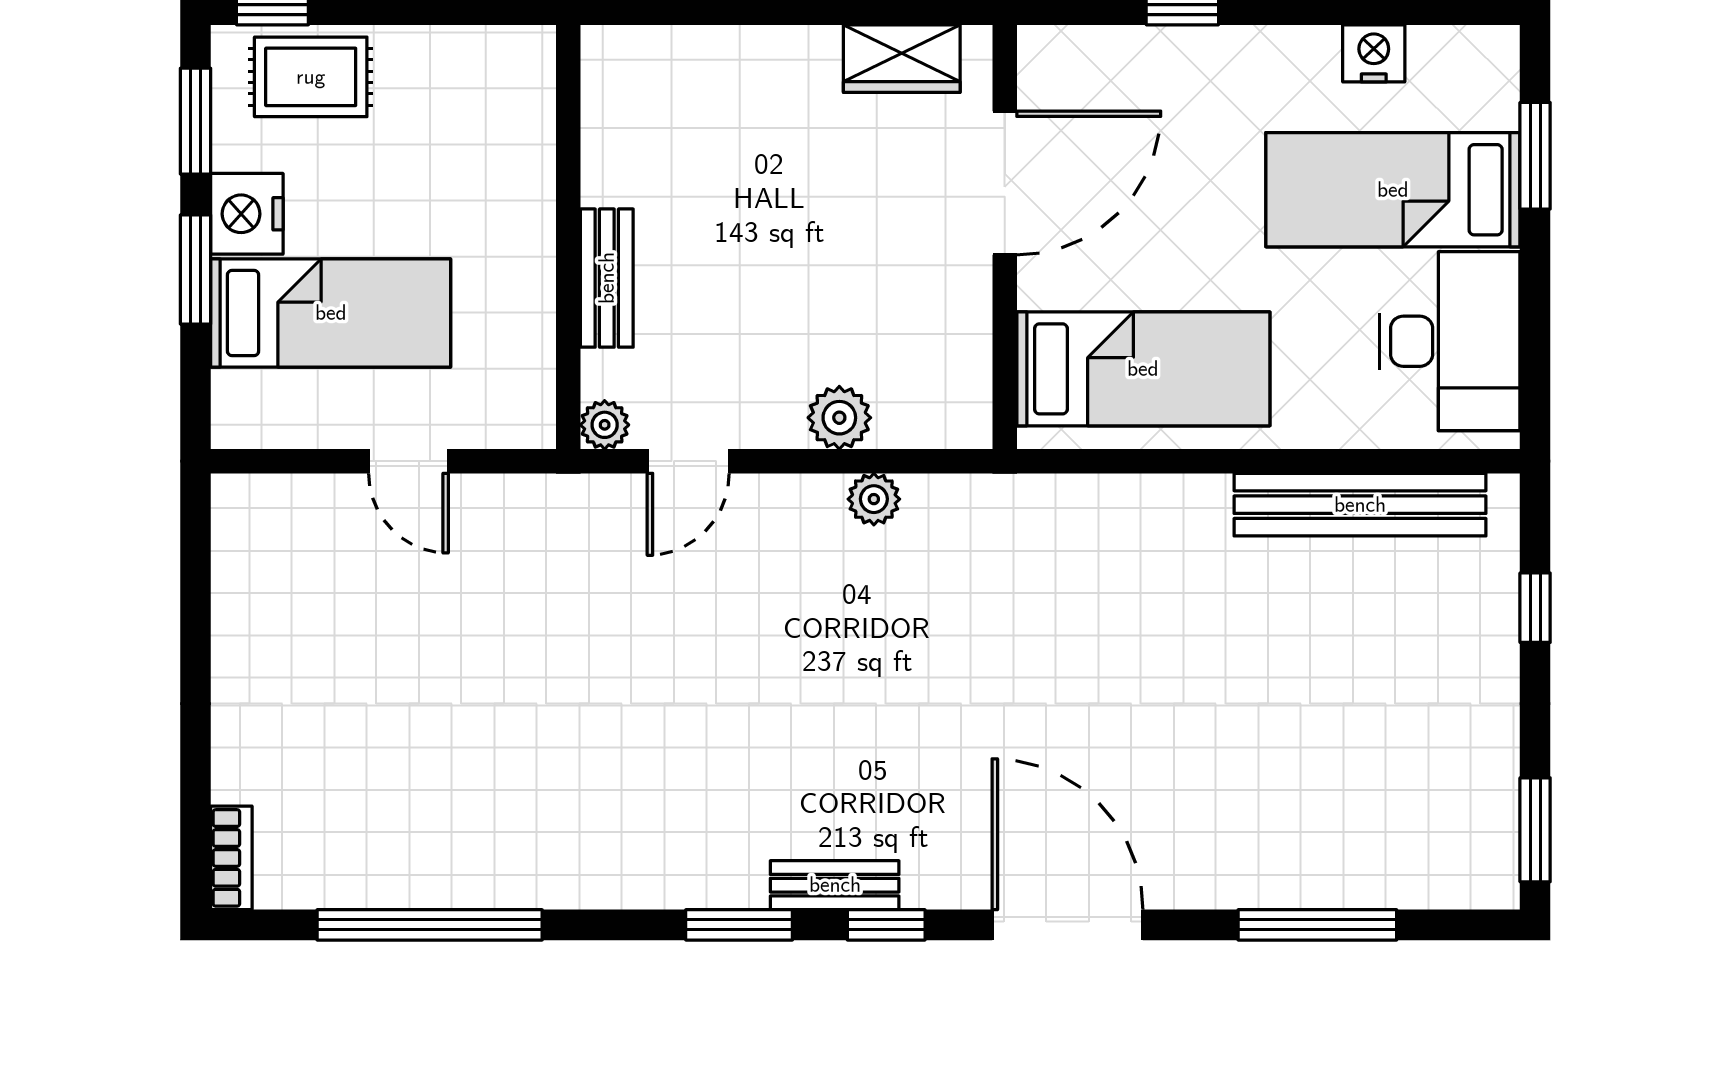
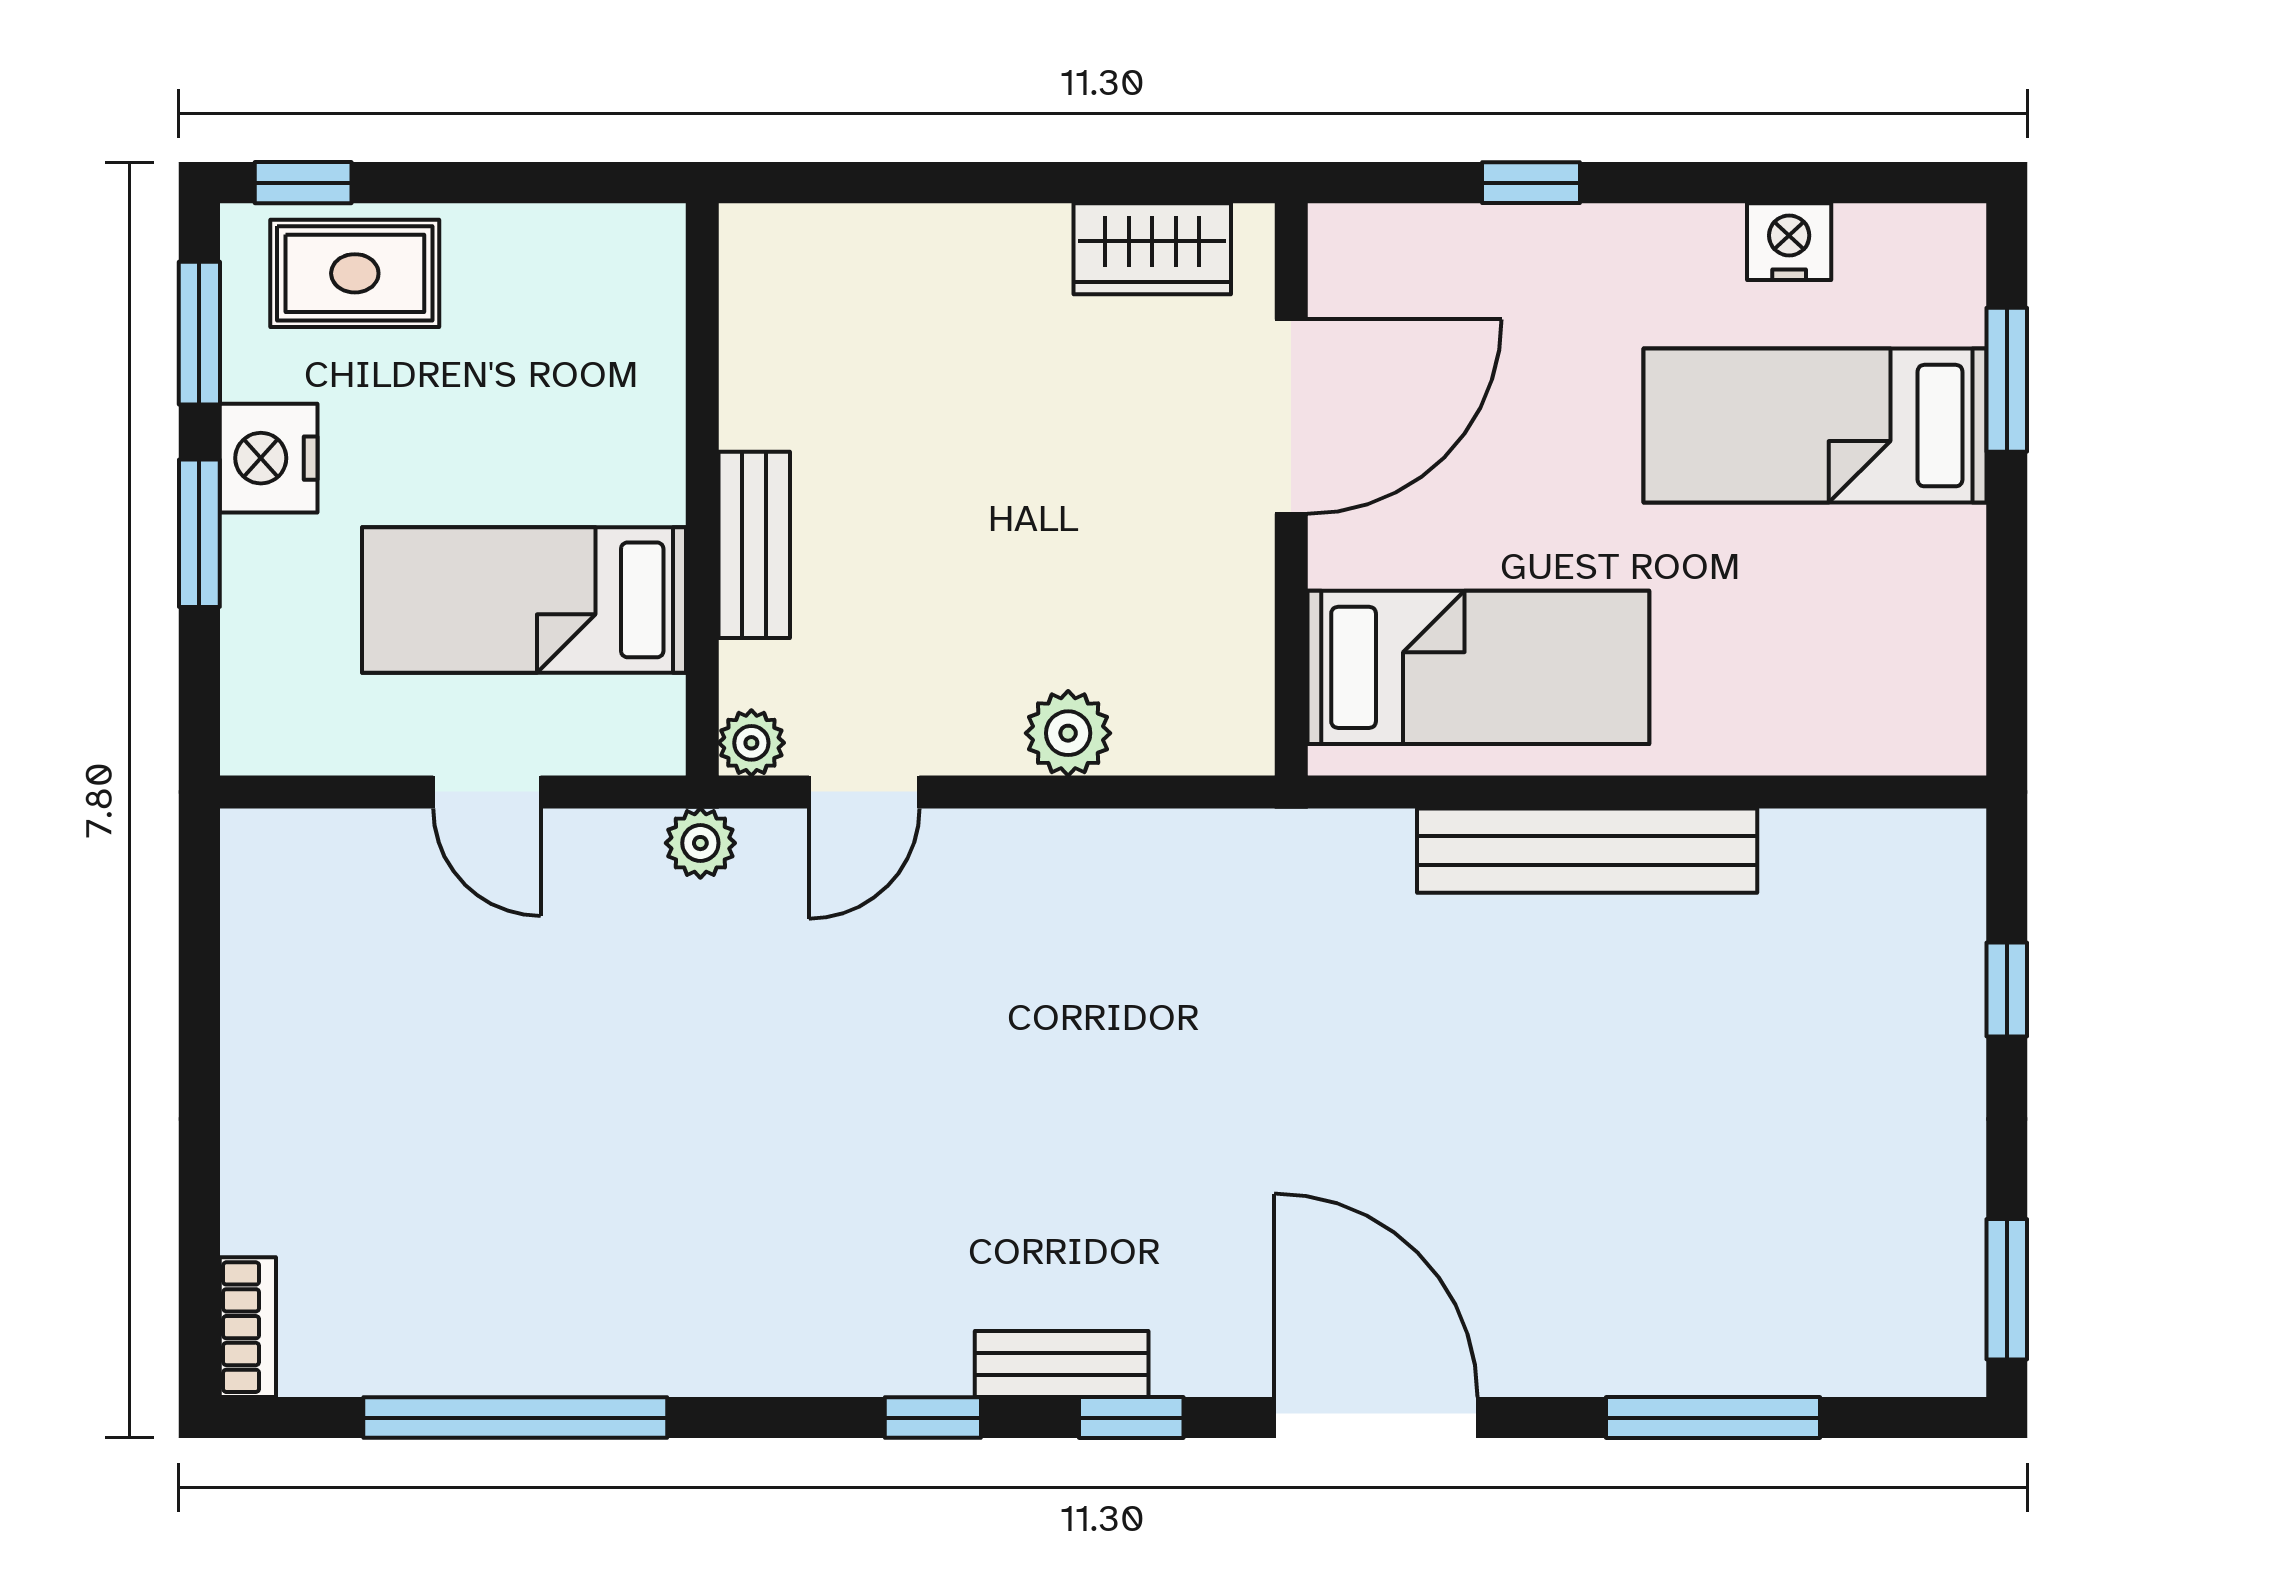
bed: (331, 313) -> (524, 600), moved, turned 180
desk: (1450, 341) -> (1891, 630), removed
plant: (874, 499) -> (700, 843), moved
bench: (1360, 505) -> (1587, 851), moved
window: (739, 925) -> (933, 1418), width x0.67

